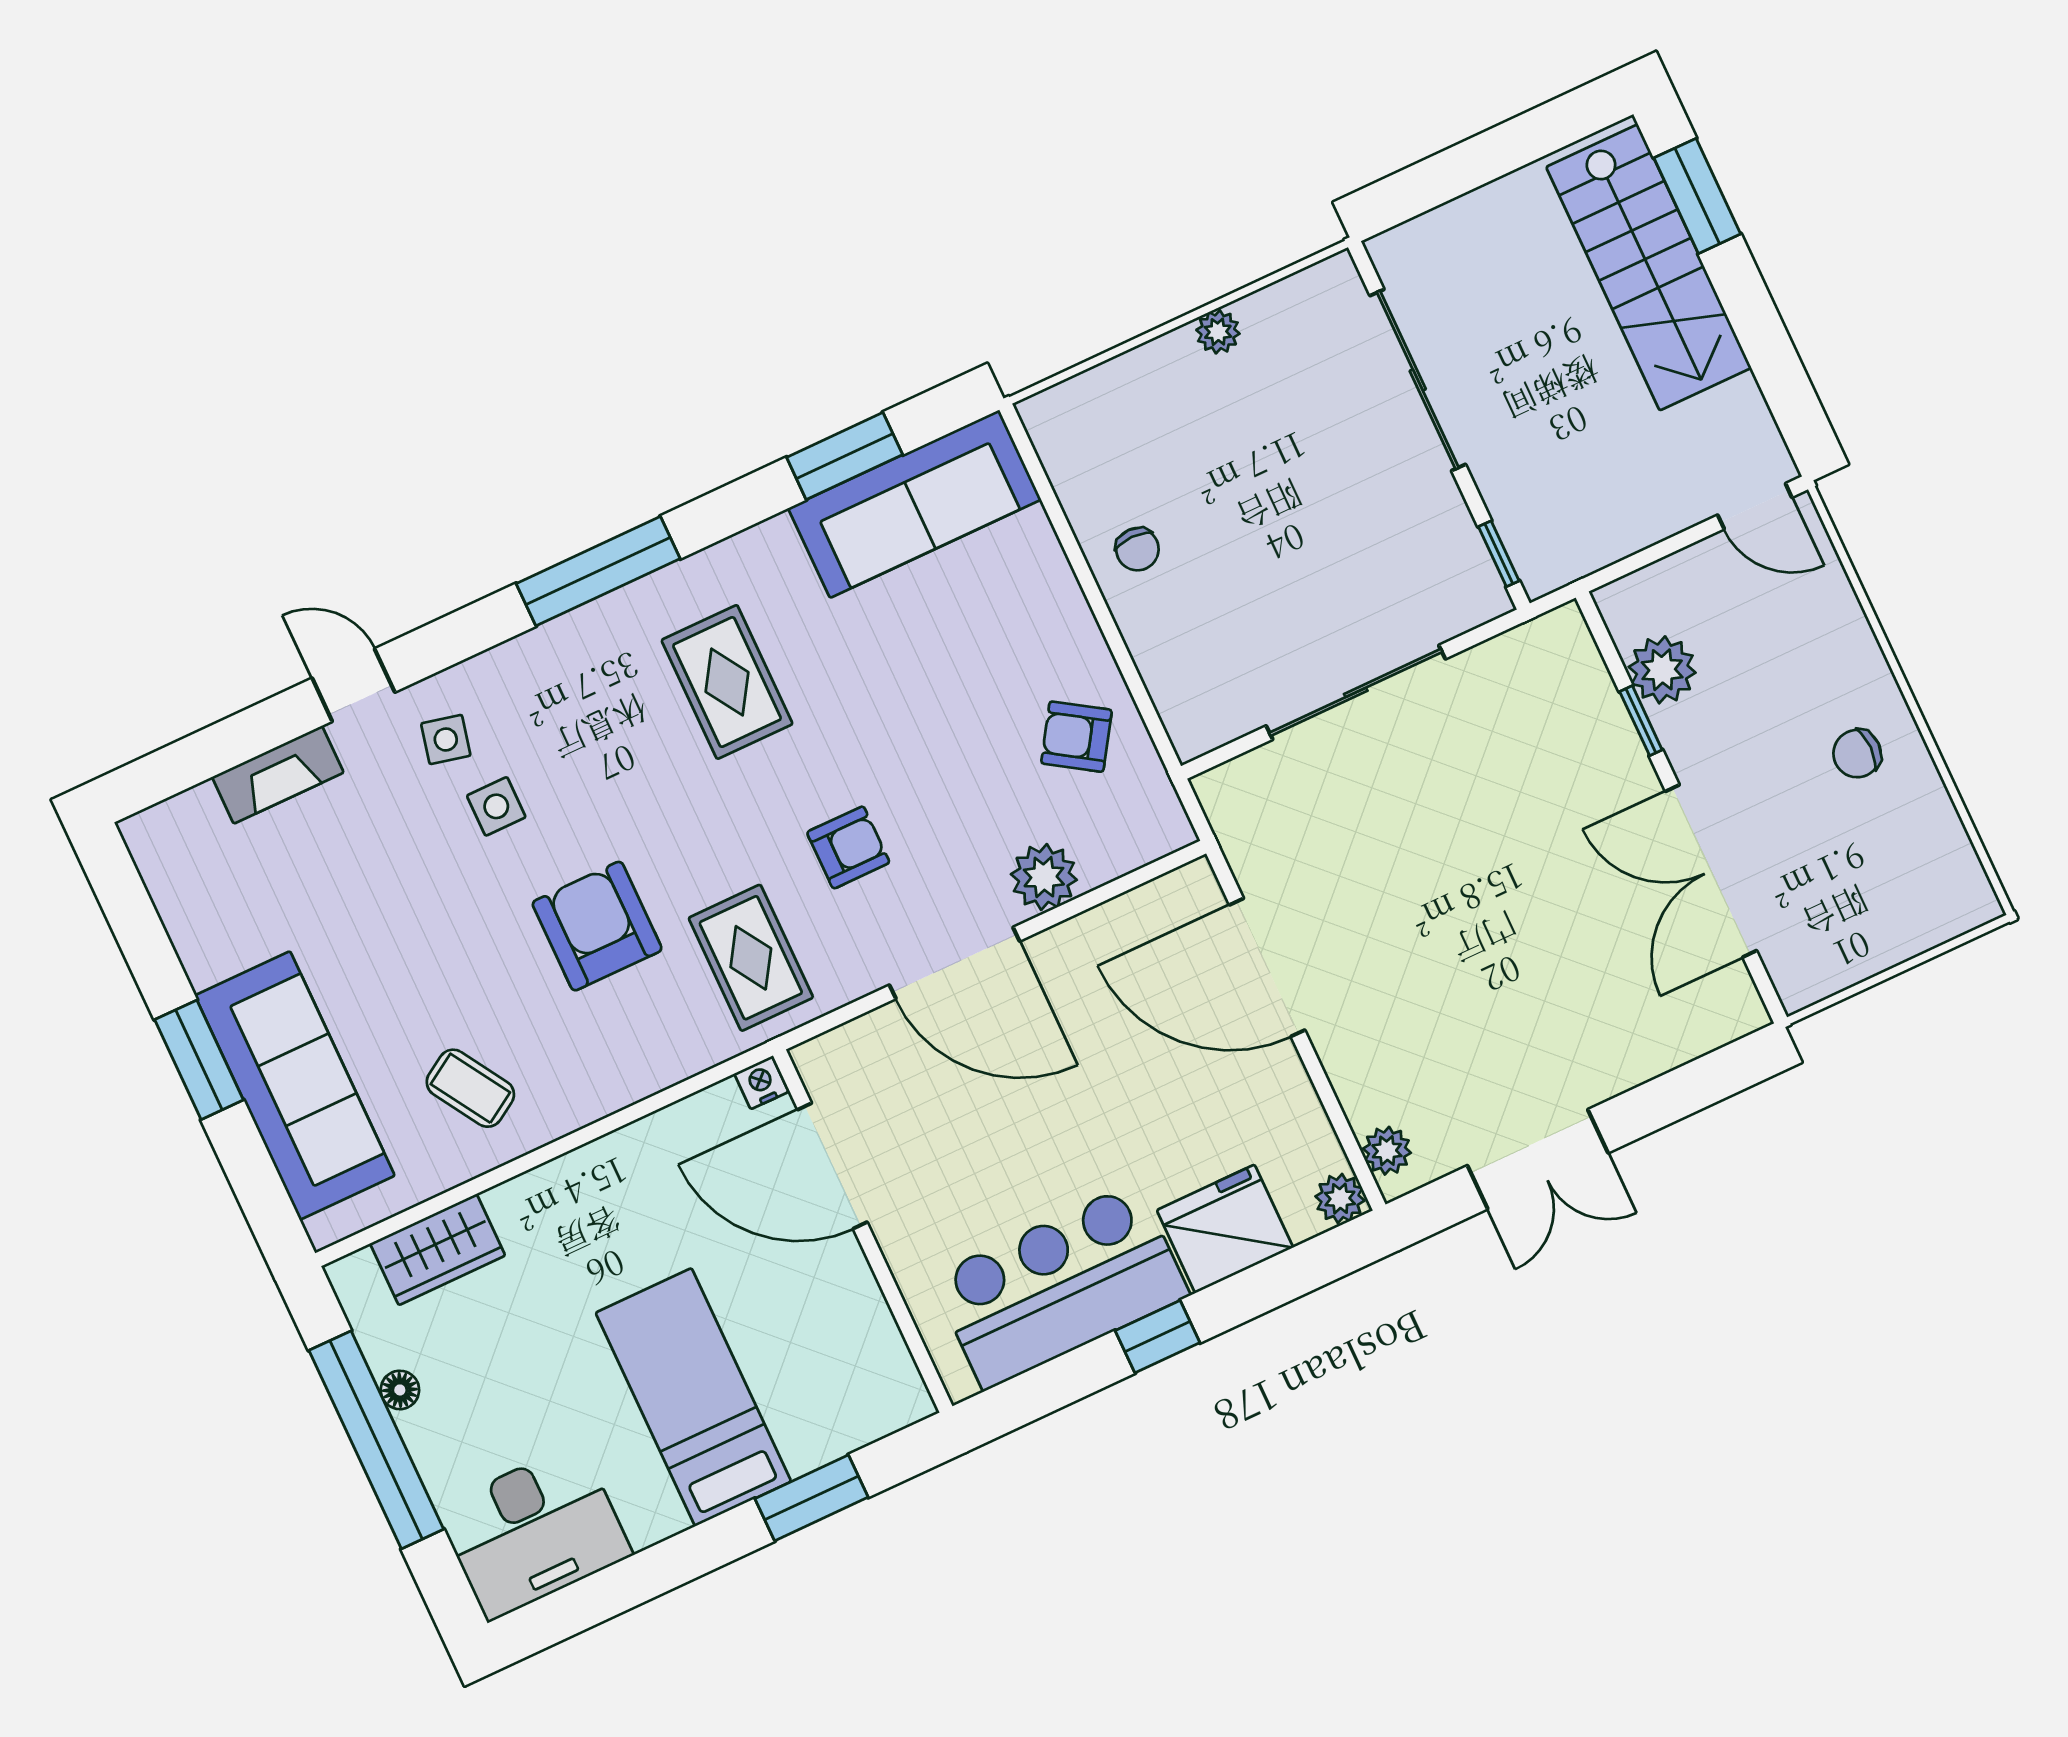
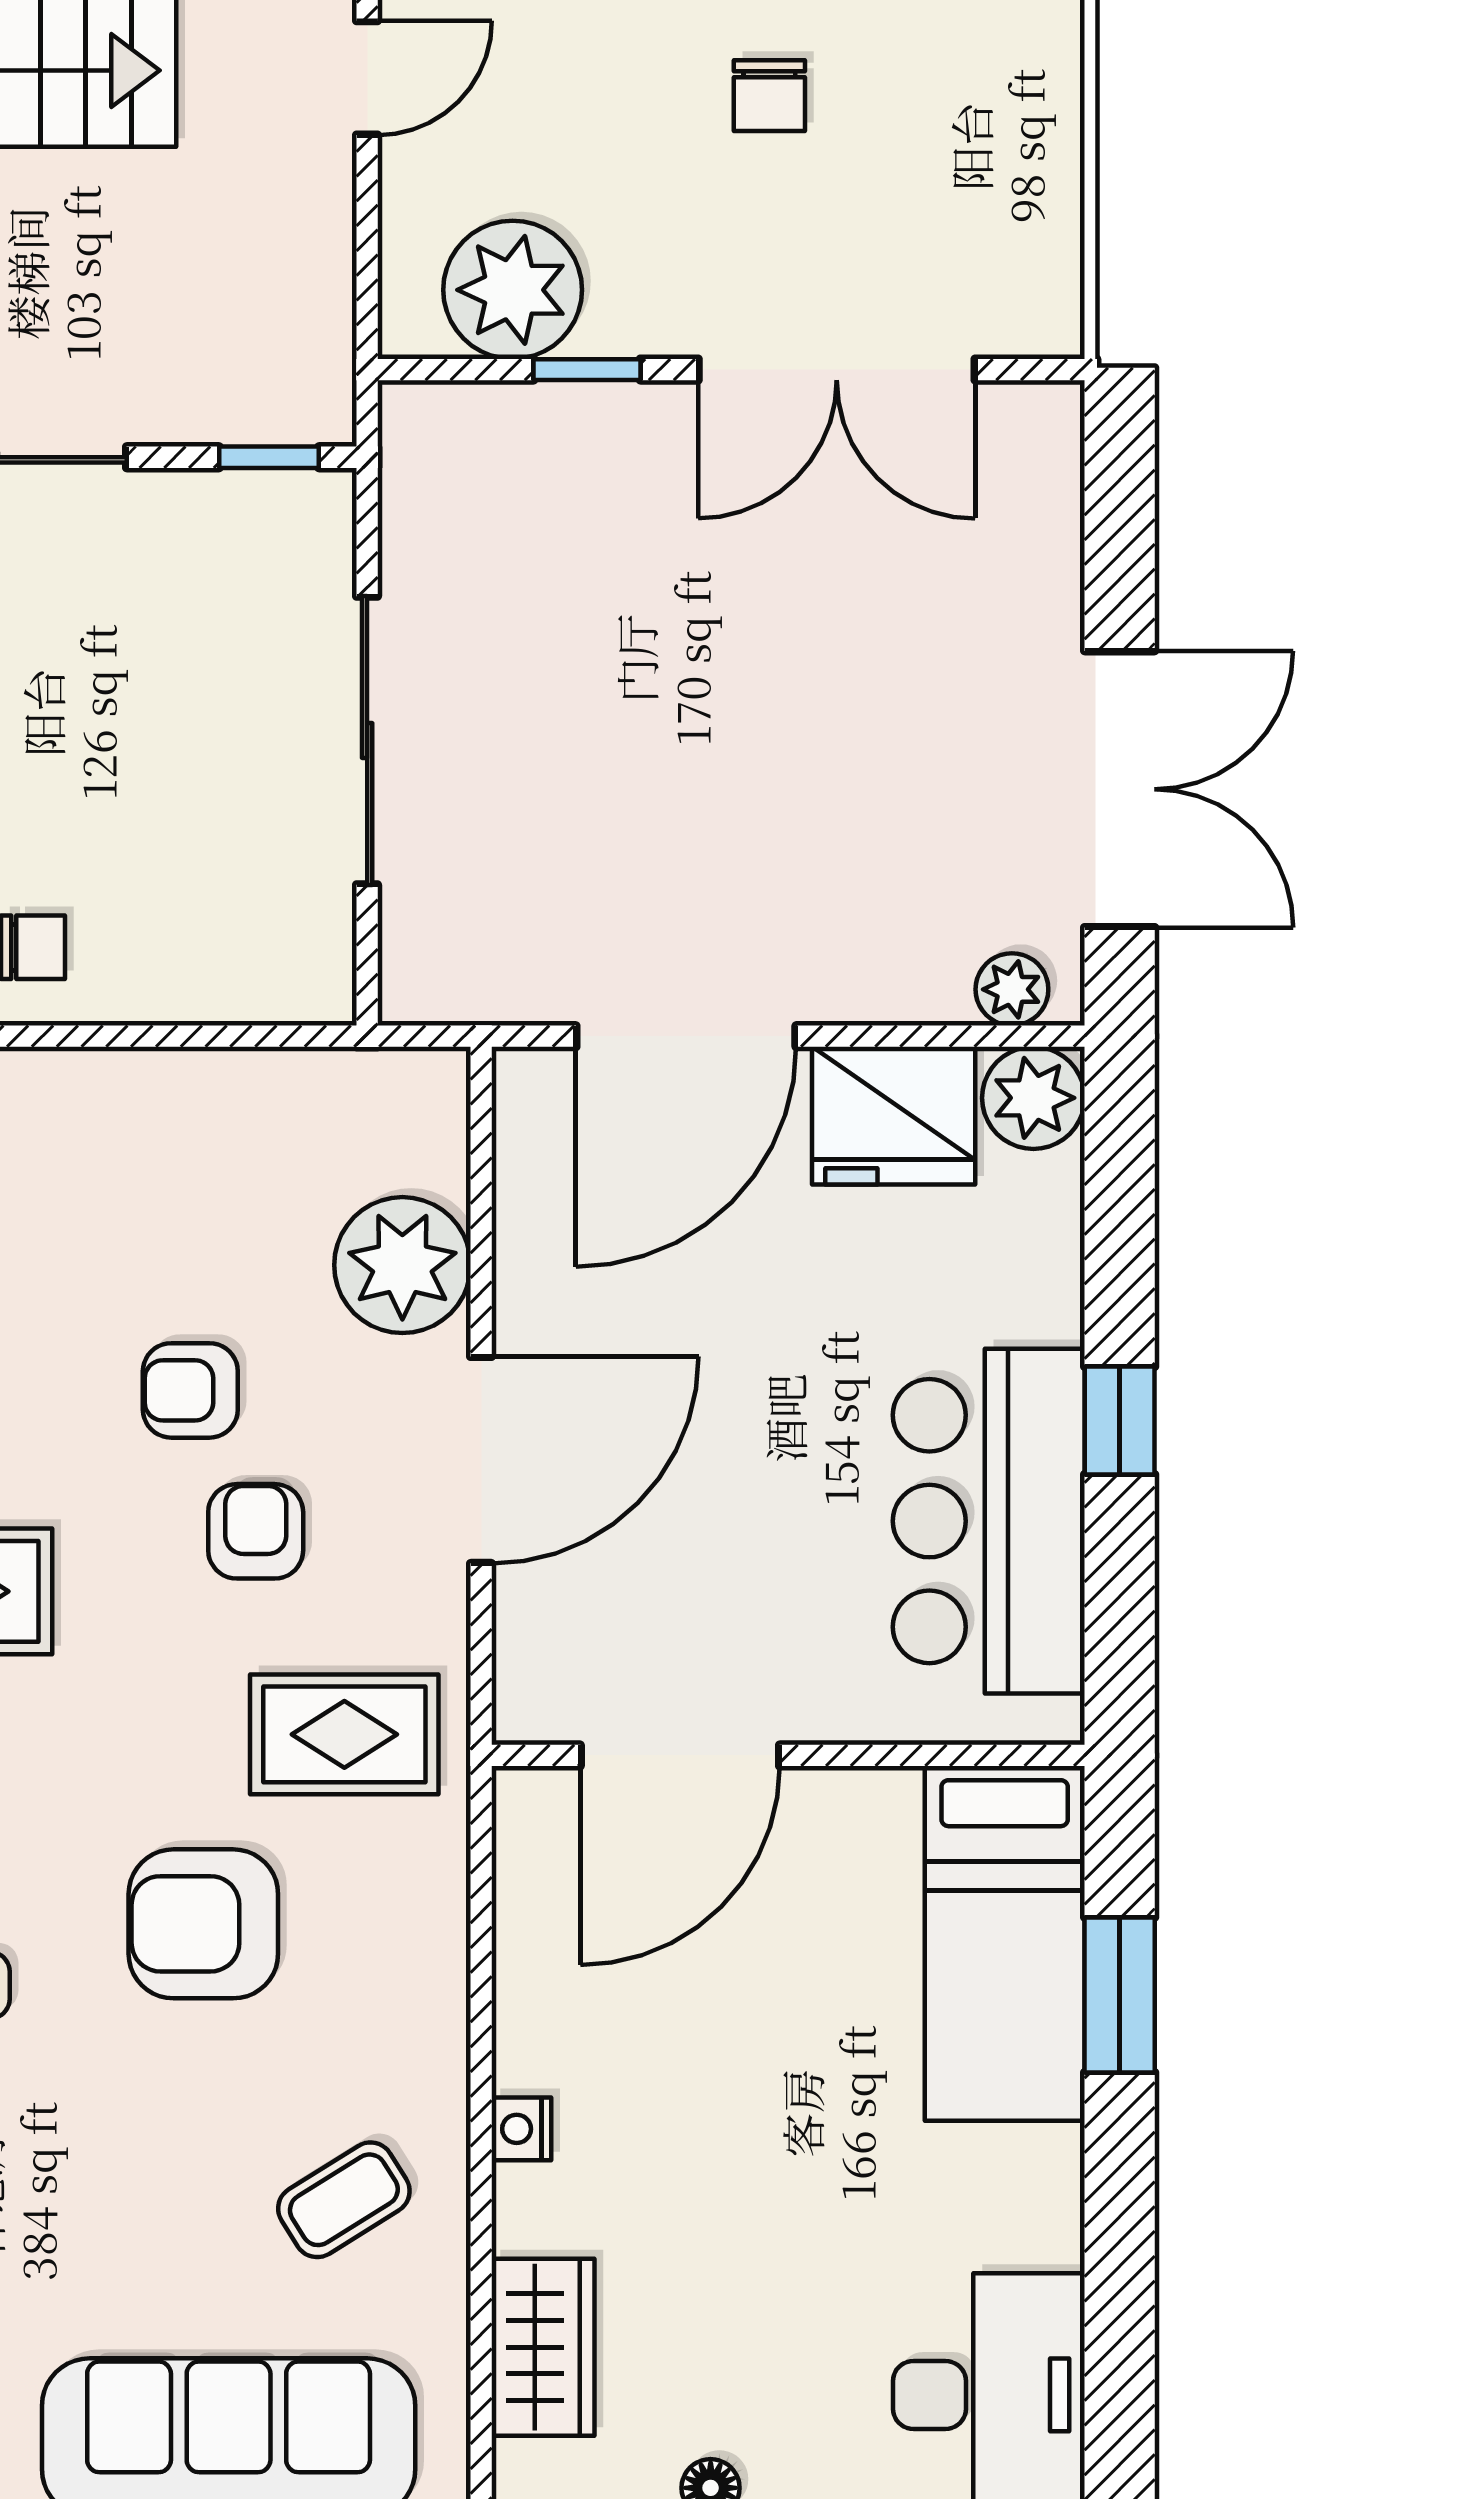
plant: (1662, 670) -> (513, 290), width x1.36, depth x1.36
armchair: (1076, 737) -> (190, 1390), moved, turned 57
plant: (1044, 877) -> (402, 1265), width x1.36, depth x1.36
nightstand: (761, 1083) -> (521, 2129), moved
double door: (1538, 1159) -> (1120, 789), width x1.37
plant: (1340, 1199) -> (1033, 1098), width x1.38, depth x1.38
fridge: (1225, 1229) -> (894, 1116), moved, turned -90
bed: (693, 1397) -> (1005, 1943), moved, turned -90

